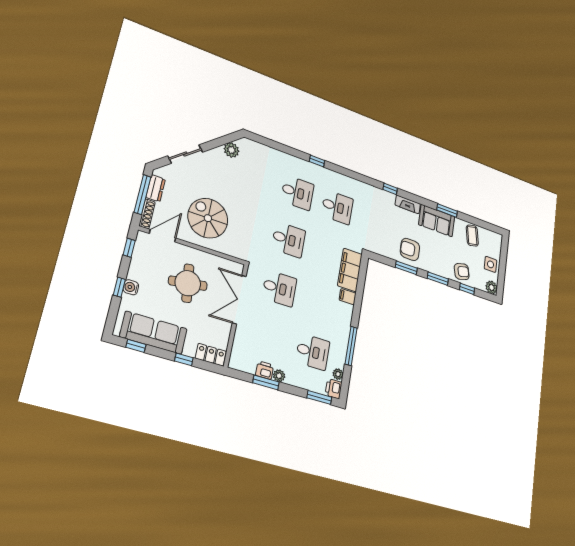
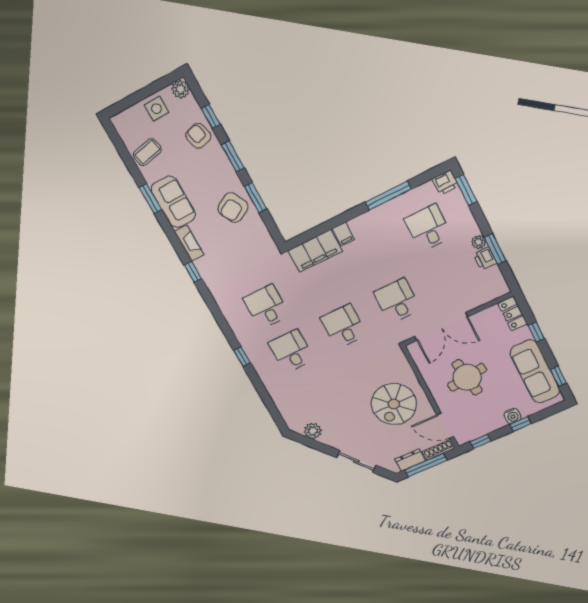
armchair: (410, 249) -> (233, 208), turned 61
plant: (338, 374) -> (428, 188), removed

